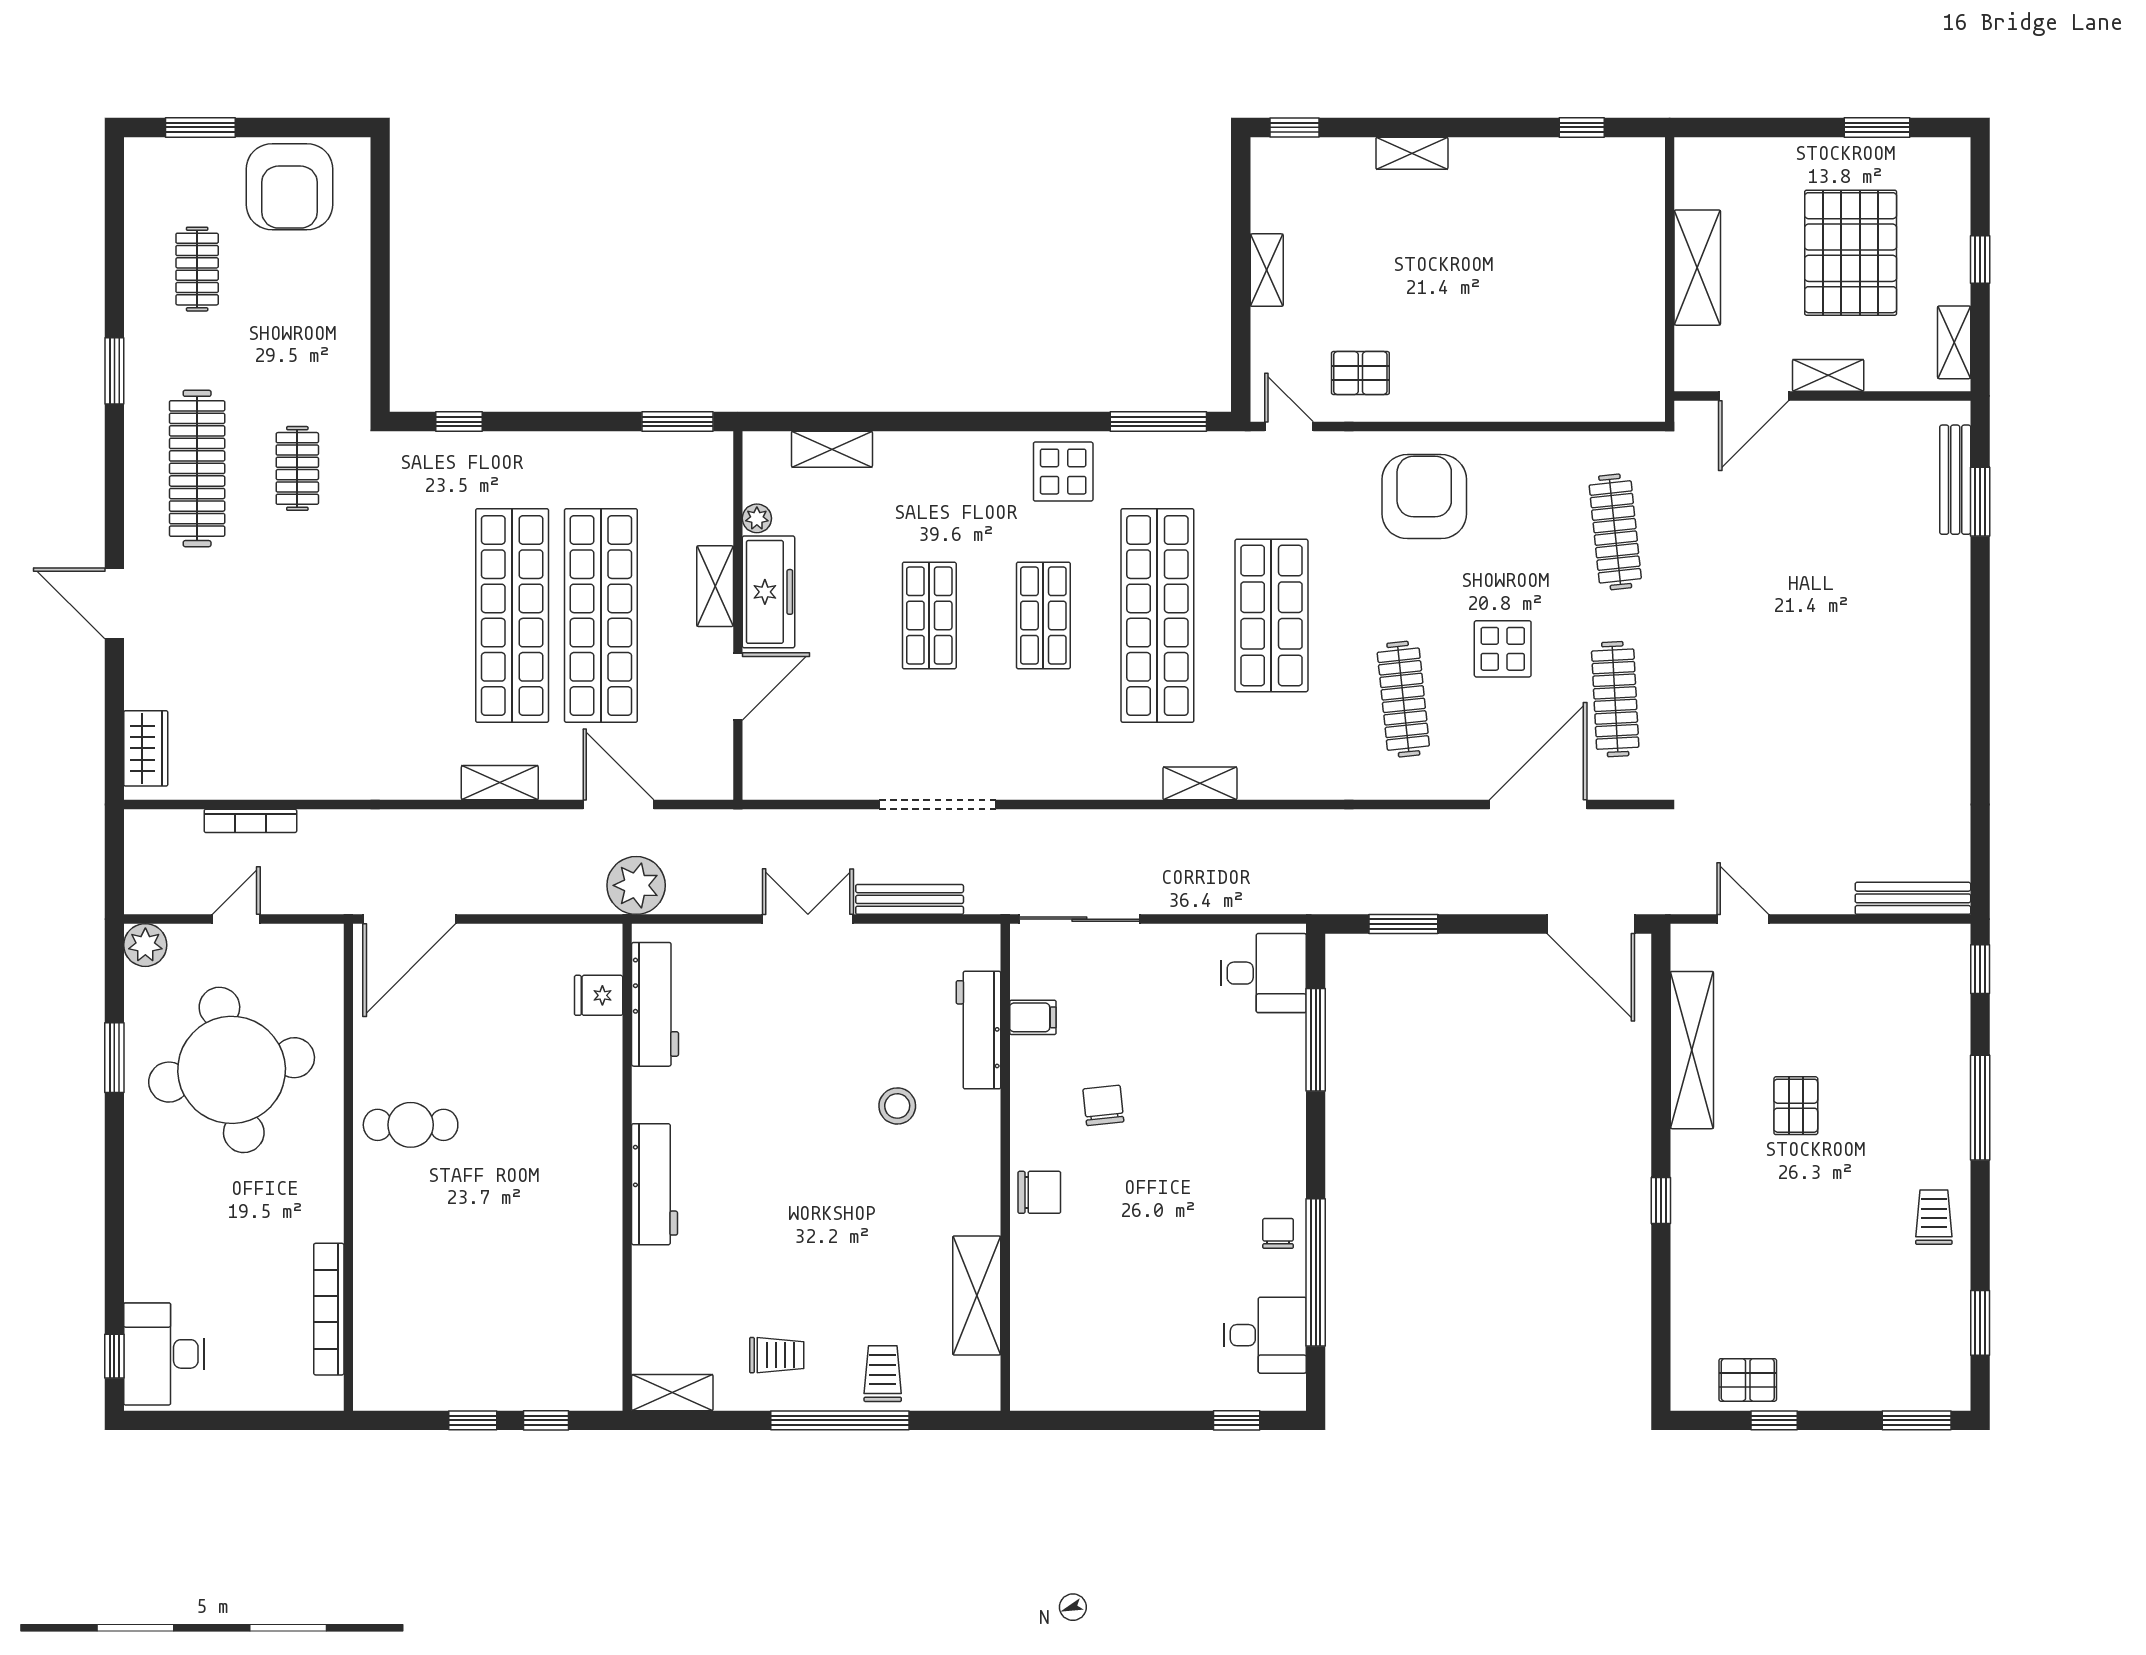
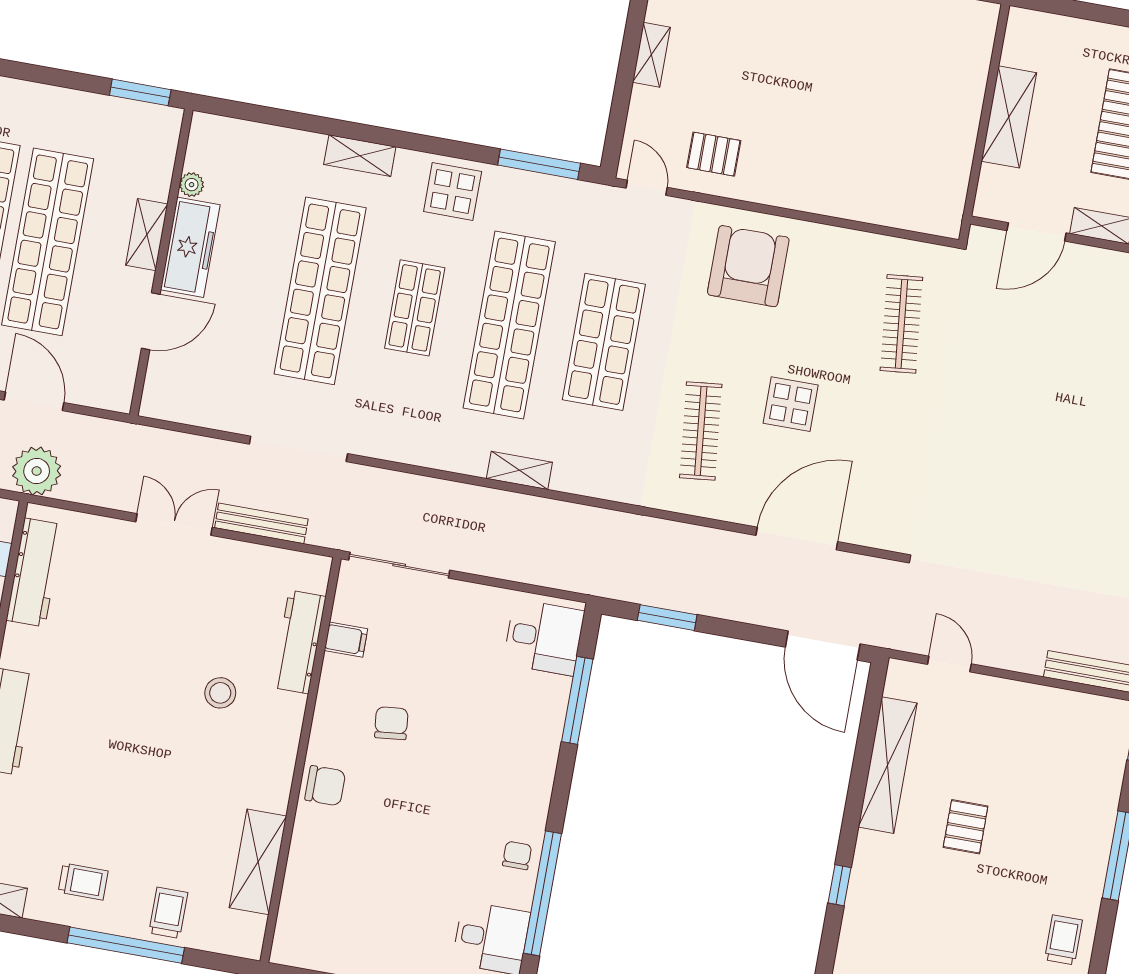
shelving: (832, 449) -> (360, 156), moved
shop shelf: (929, 615) -> (320, 291), width x2.00, depth x1.36
clothes rail: (1615, 699) -> (876, 463), removed

